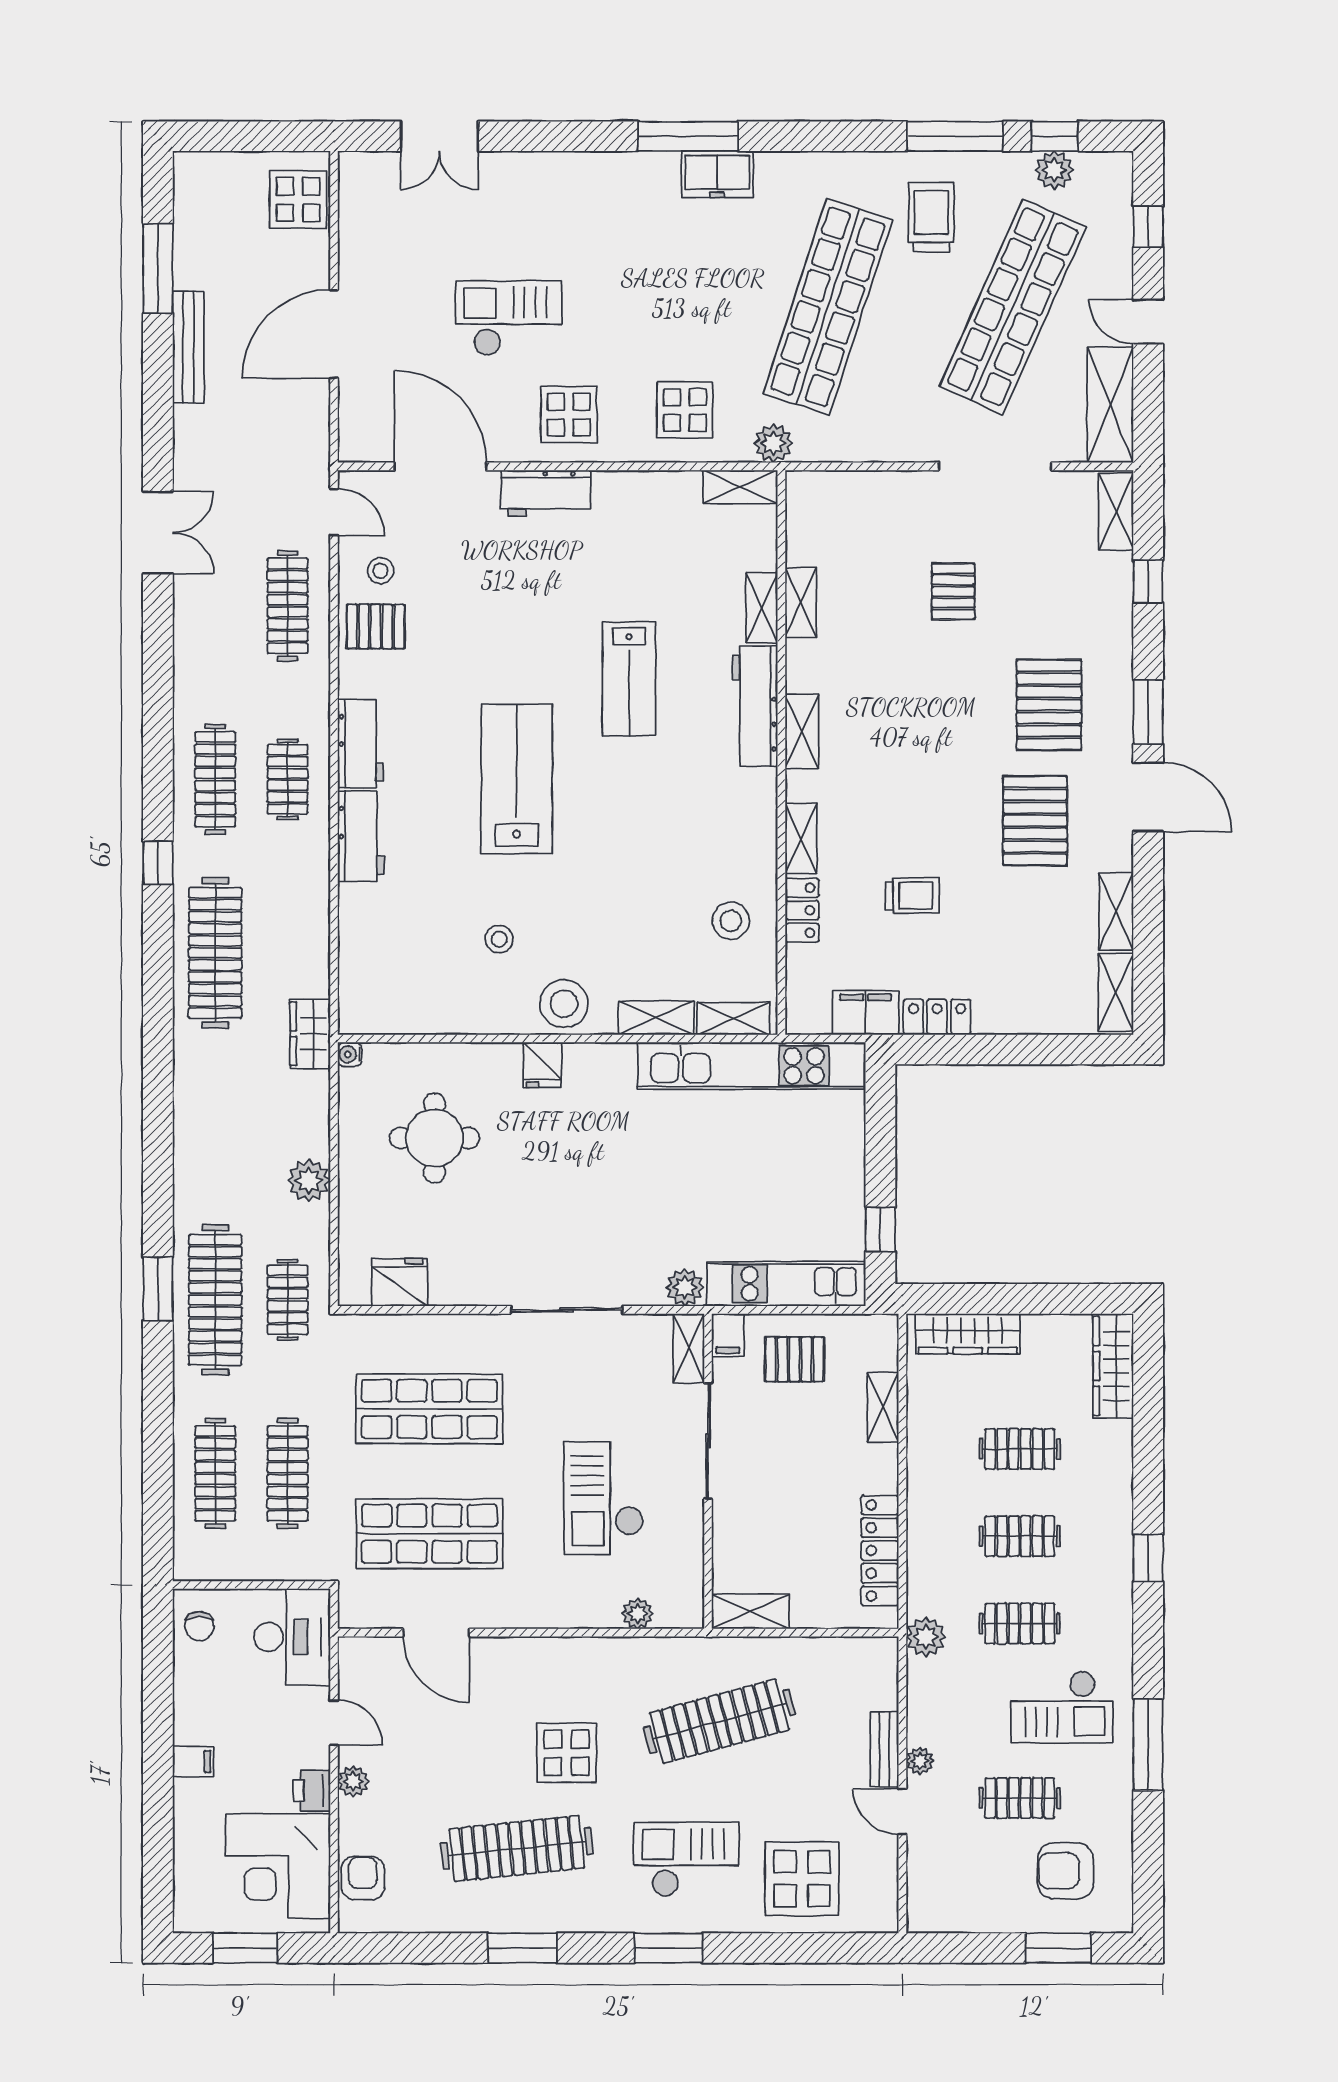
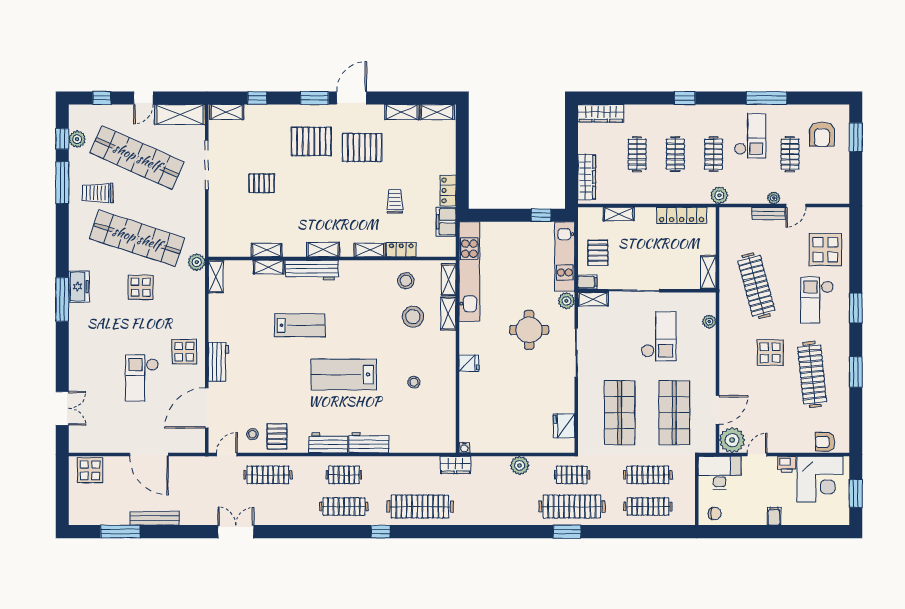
display table: (685, 410) -> (141, 287), moved
stool: (564, 1004) -> (413, 317), moved
round table: (435, 1138) -> (529, 330), moved
checkout: (604, 1498) -> (659, 336), turned -90
plant: (353, 1781) -> (732, 440), moved, width x1.88, depth x1.88

